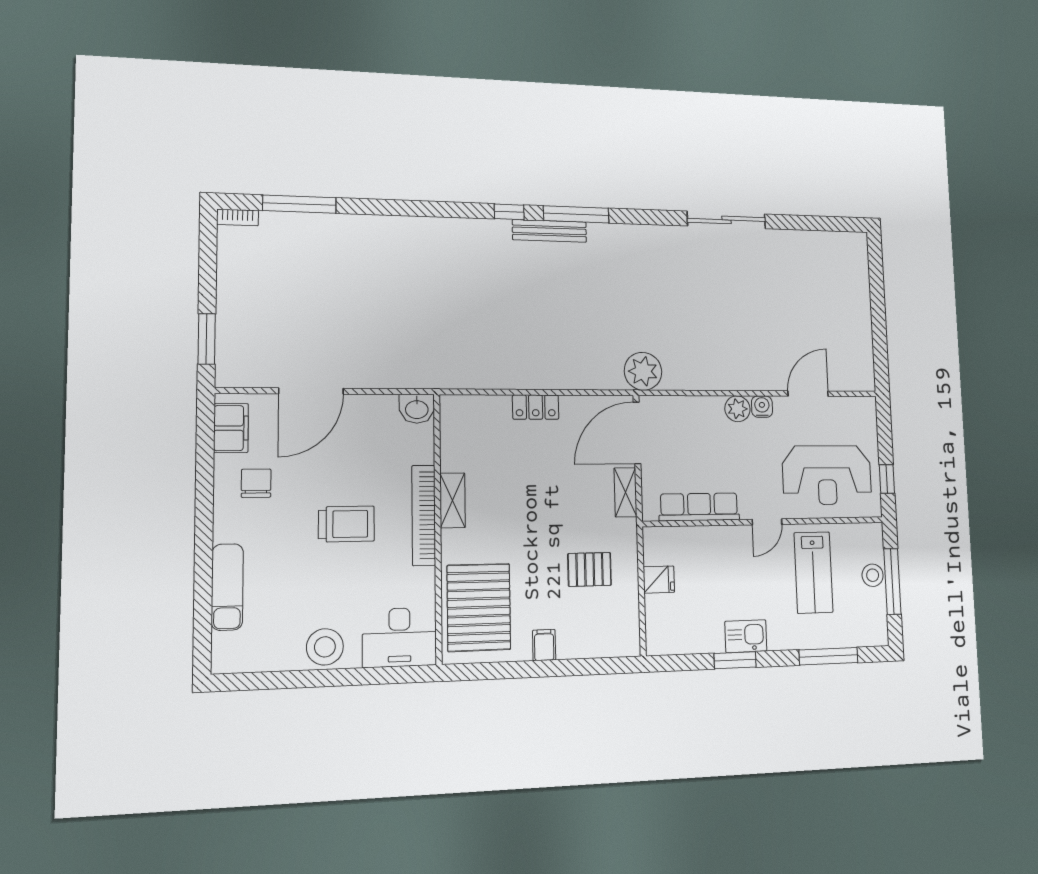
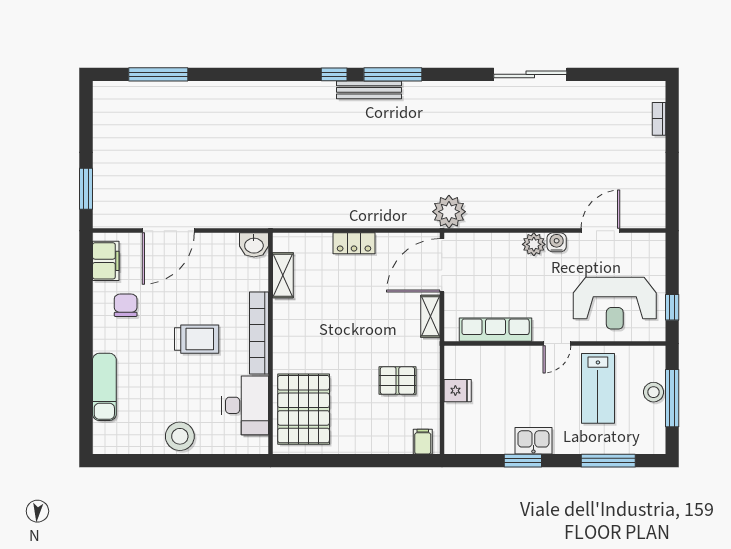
bookcase: (238, 217) -> (659, 119), moved, turned 90
shelving: (453, 500) -> (283, 275), moved
desk: (399, 637) -> (245, 405), moved, turned -90
filing cabinet: (544, 645) -> (423, 442), moved

